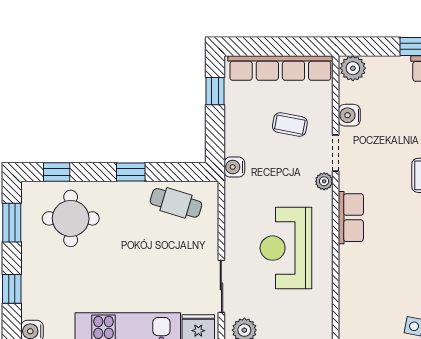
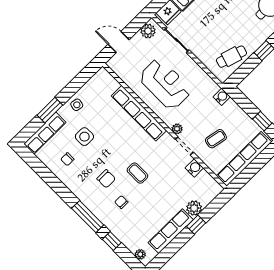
plant: (353, 68) -> (194, 208), moved
row of seats: (351, 218) -> (139, 113), width x2.02

